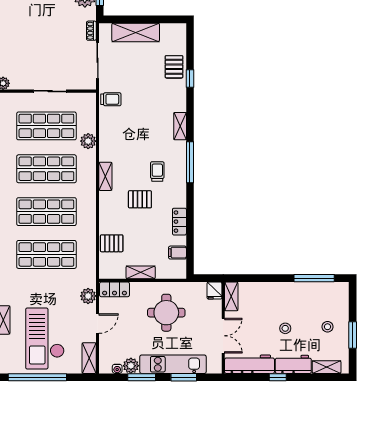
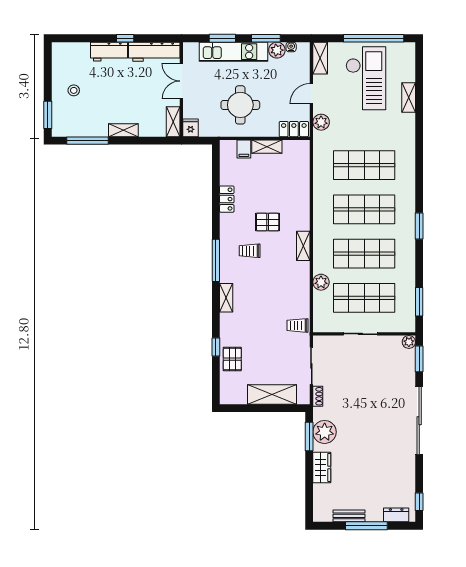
trolley: (157, 172) -> (250, 251), turned 90
pallet: (112, 243) -> (297, 177), removed
filing cabinet: (177, 253) -> (244, 149), moved, turned 90
stool: (285, 328) -> (117, 89), removed
window: (353, 335) -> (48, 115), moved
shelving: (327, 367) -> (123, 130), moved

